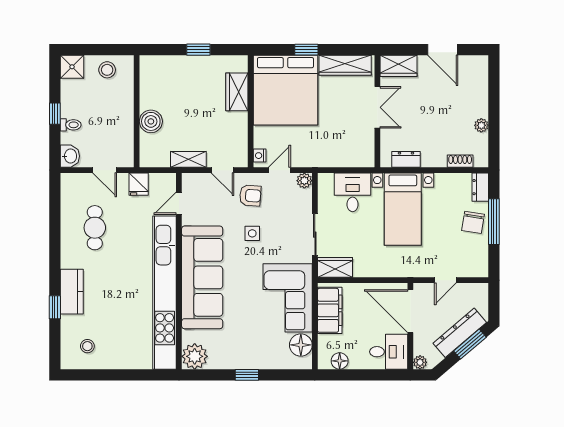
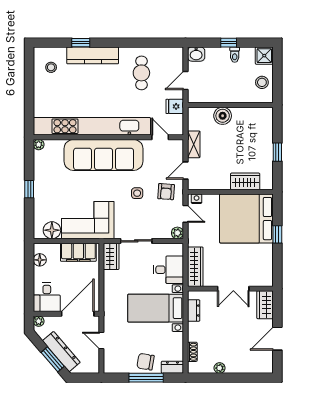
wardrobe: (345, 65) -> (195, 267), moved, turned 180
toilet: (71, 125) -> (235, 55), moved
cafe table: (95, 228) -> (141, 73), turned 90
kitchen counter: (72, 292) -> (93, 55), width x1.50
plant: (195, 356) -> (39, 145), width x0.53, depth x0.53

